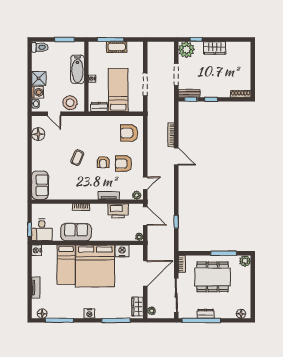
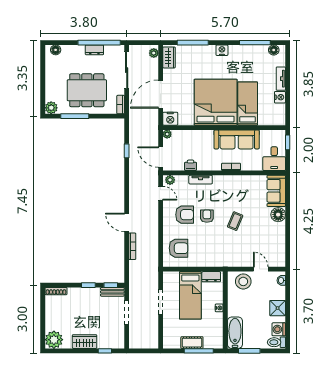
plant: (186, 50) -> (54, 340), moved
bathtub: (78, 69) -> (235, 333), moved
washing machine: (38, 92) -> (279, 329), moved
floor lamp: (38, 134) -> (278, 215), moved
door: (145, 183) -> (161, 193), swing flipped
printer: (118, 211) -> (191, 165), width x0.53, depth x0.68
desk: (42, 230) -> (274, 159), moved, turned 180
sofa: (76, 232) -> (237, 139), width x1.36
nightstand: (37, 250) -> (280, 97), moved
nightstand: (122, 251) -> (170, 119), moved

